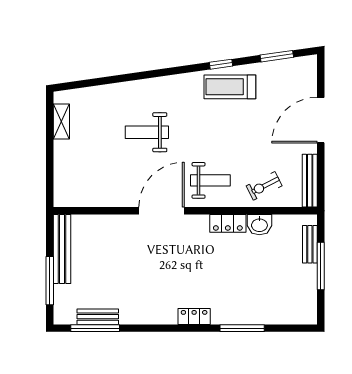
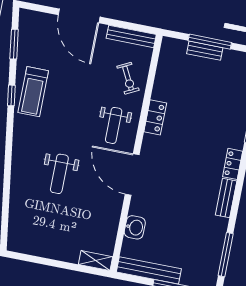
shelving: (61, 121) -> (96, 261), moved
weight bench: (210, 180) -> (114, 125), turned 180
washbasin: (259, 225) -> (135, 227), moved
bench: (310, 244) -> (205, 51), moved
bench: (98, 317) -> (226, 198), moved

